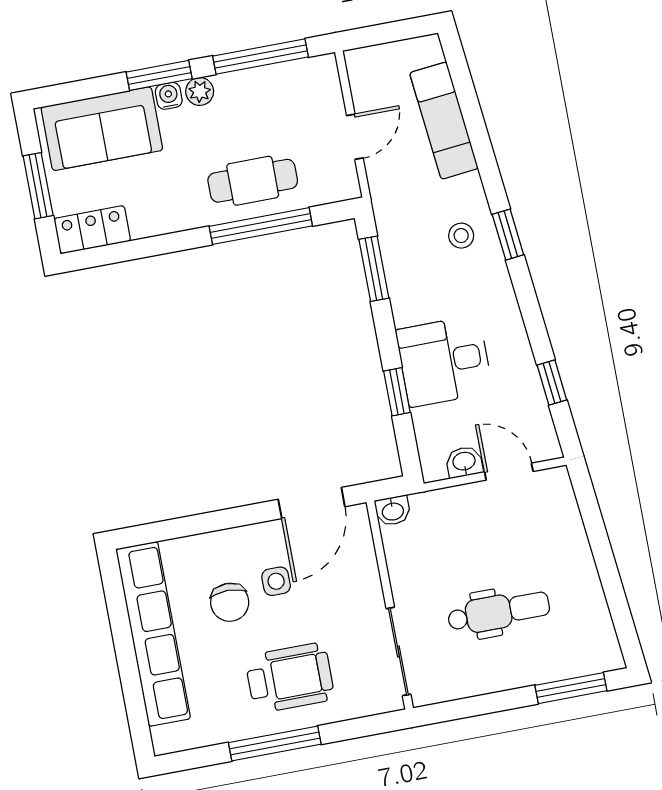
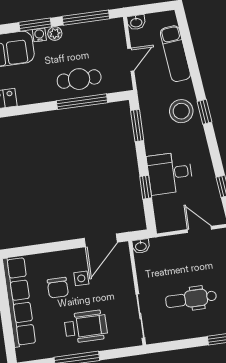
stool: (461, 236) -> (181, 111), width x1.89, depth x1.89
washbasin: (464, 462) -> (136, 22), moved, turned 180
dental chair: (499, 612) -> (191, 299), turned 180

